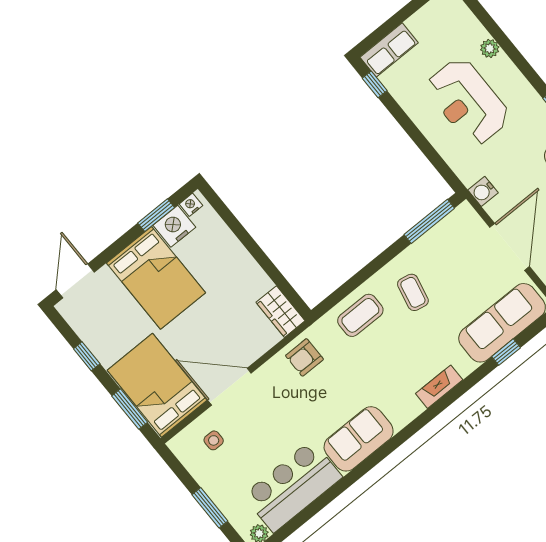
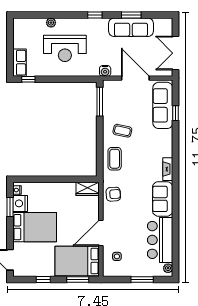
armchair: (304, 357) -> (113, 194), turned -94
fireplace: (439, 387) -> (168, 169), moved

